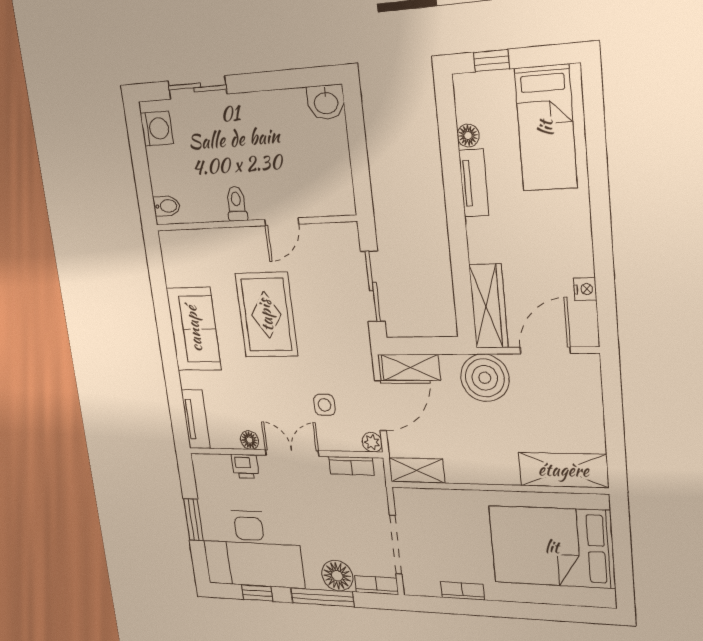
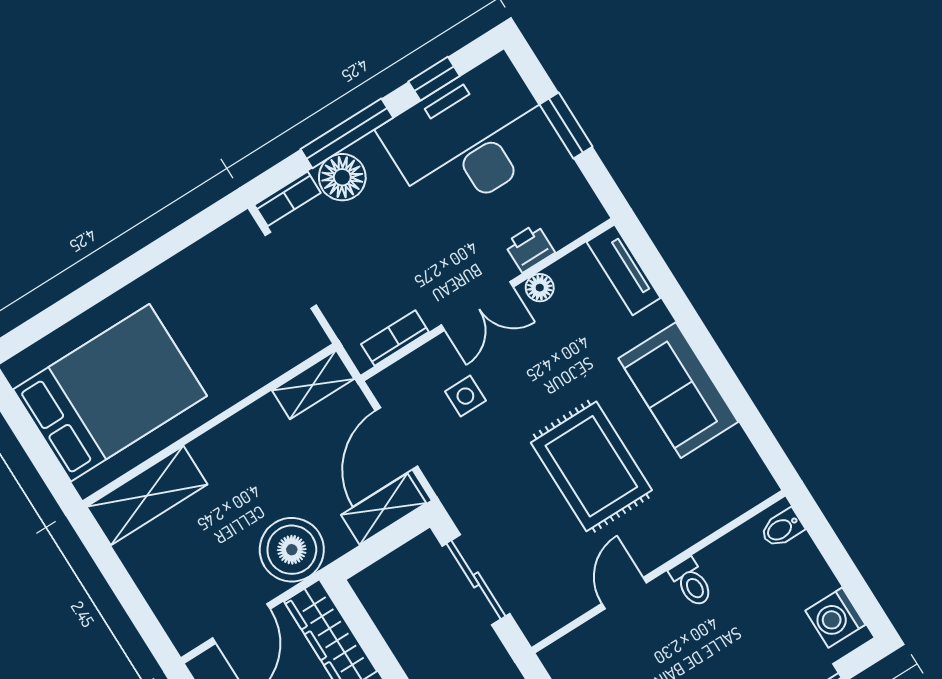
plant: (372, 442) -> (384, 385), removed
bookcase: (462, 591) -> (181, 265), removed

